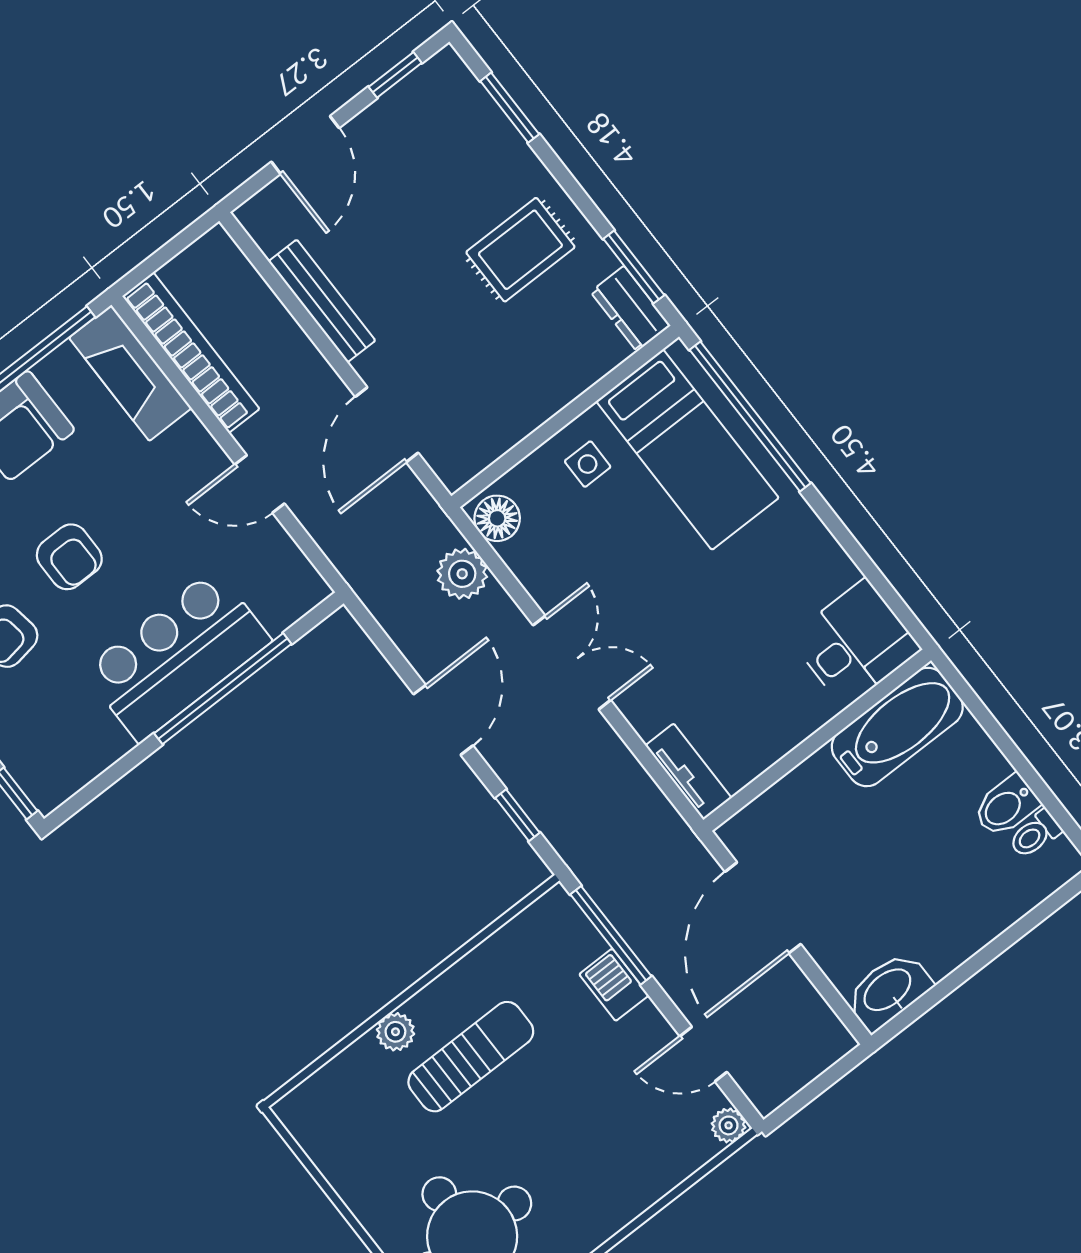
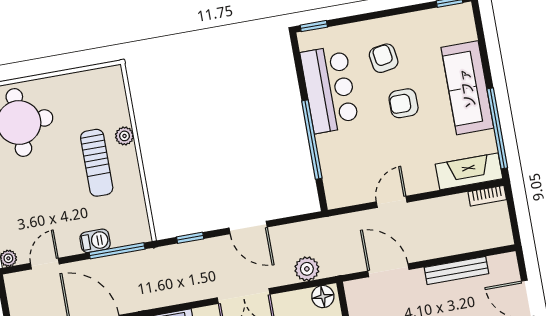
bookcase: (191, 353) -> (487, 196), width x0.43, depth x0.76
bar counter: (177, 656) -> (330, 89), moved

